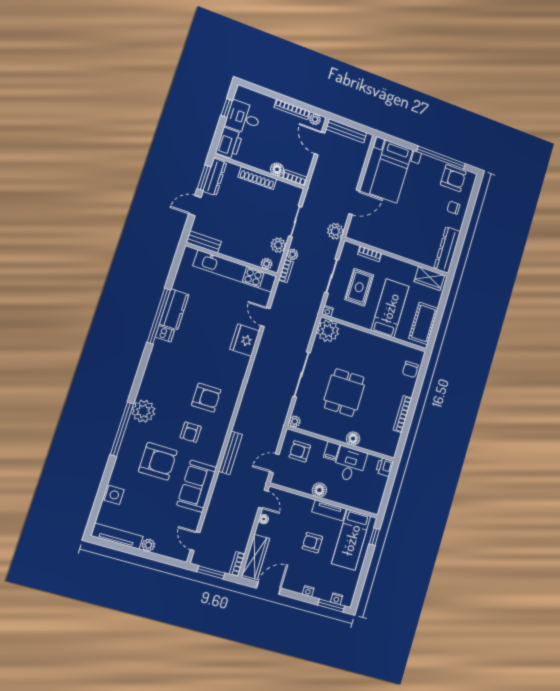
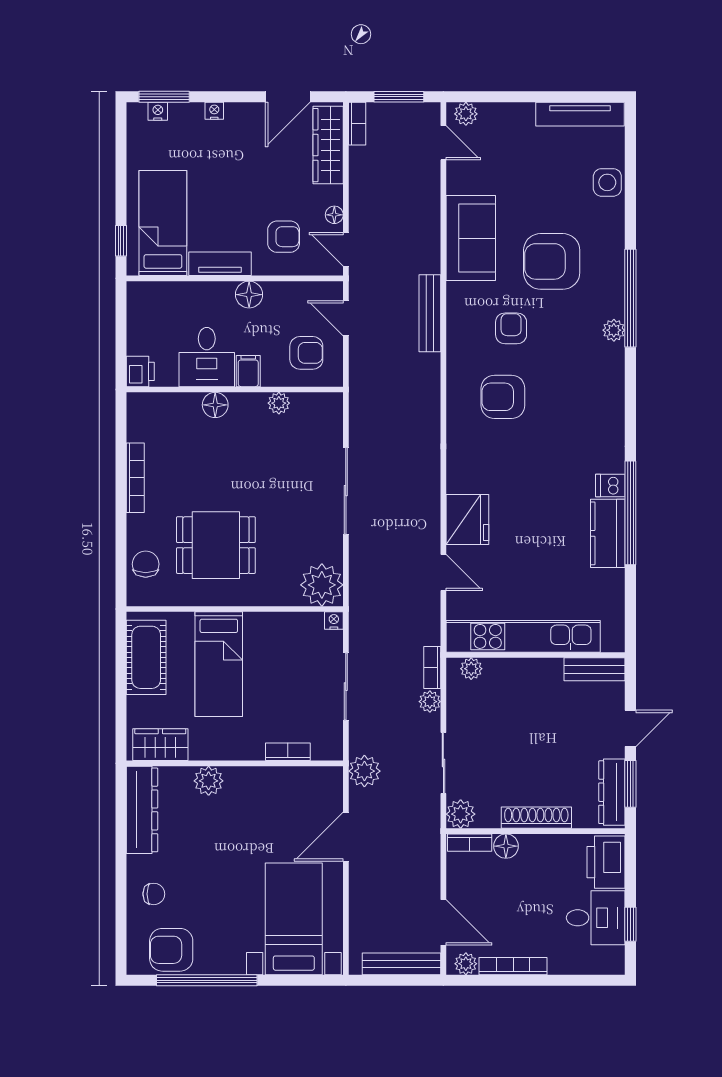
plant: (278, 245) -> (461, 814), moved
plant: (412, 253) -> (209, 781), added
rug: (359, 287) -> (288, 684), removed
dining table: (344, 393) -> (216, 545), moved, turned 90
plant: (143, 411) -> (614, 330), width x0.53, depth x0.53
plant: (295, 421) -> (279, 403), moved
door: (274, 463) -> (346, 318), swing flipped
armchair: (312, 543) -> (284, 237), moved
plant: (148, 545) -> (466, 114), moved

